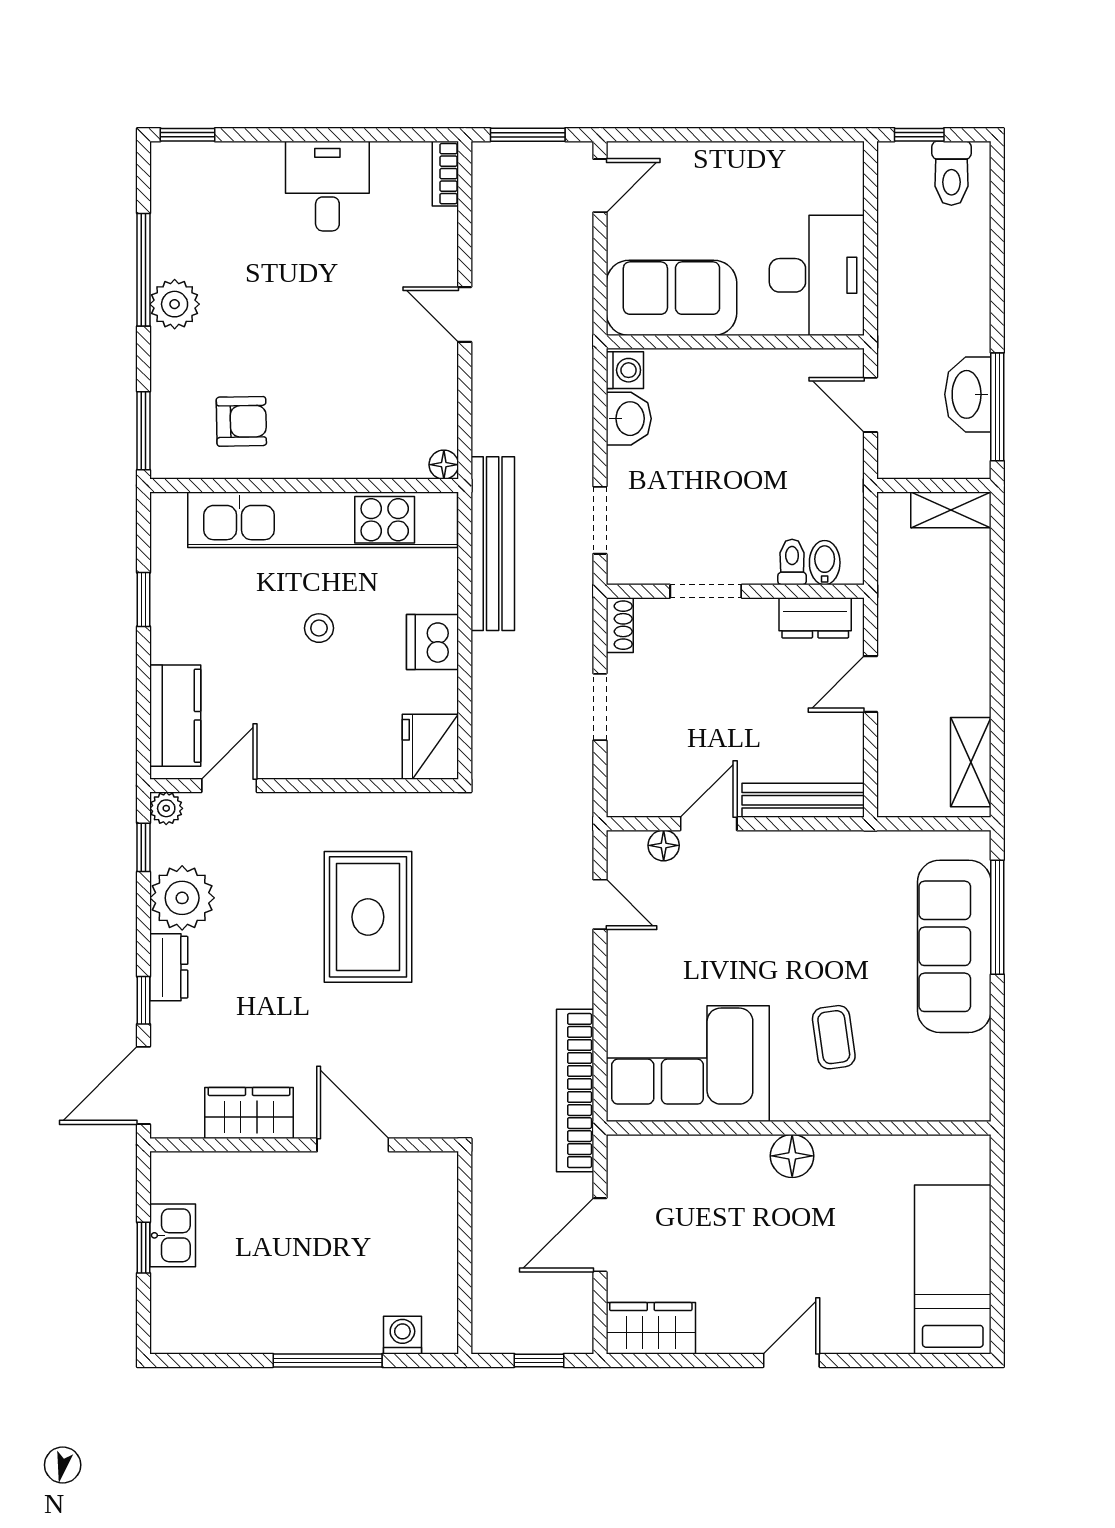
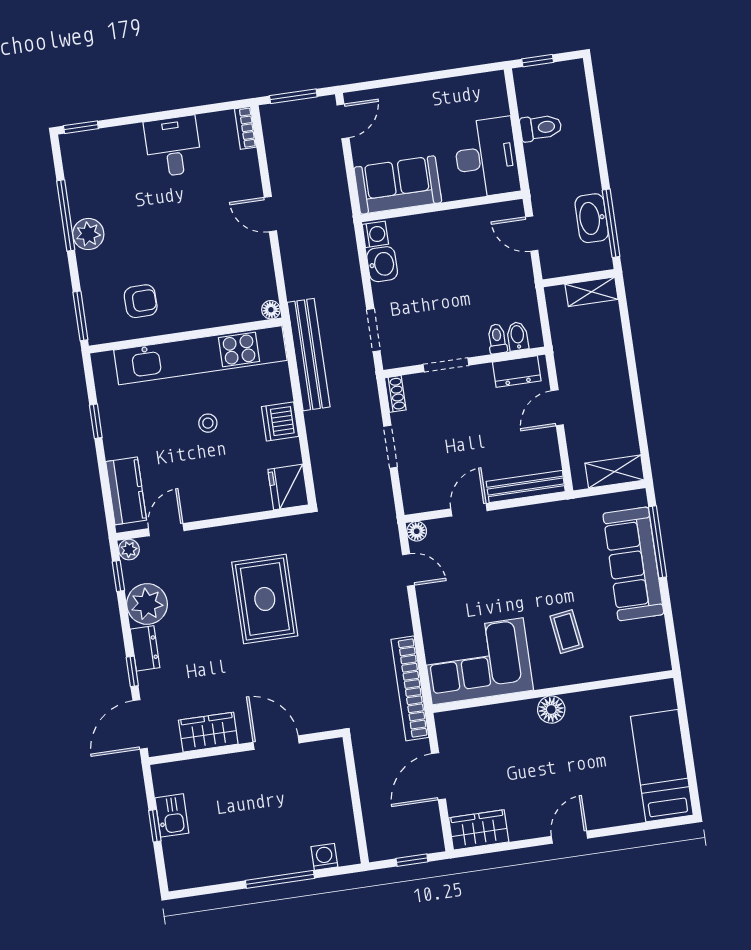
toilet: (951, 173) -> (541, 128), moved, turned -90
shelving: (971, 762) -> (615, 472), moved, turned 90
floor lamp: (664, 845) -> (417, 531), moved

